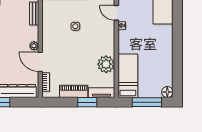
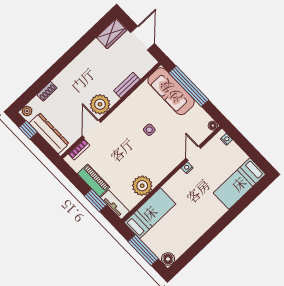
plant: (34, 46) -> (100, 104), width x1.88, depth x1.88

